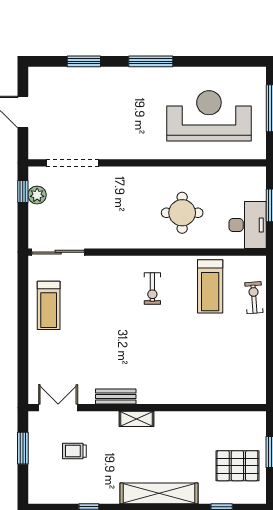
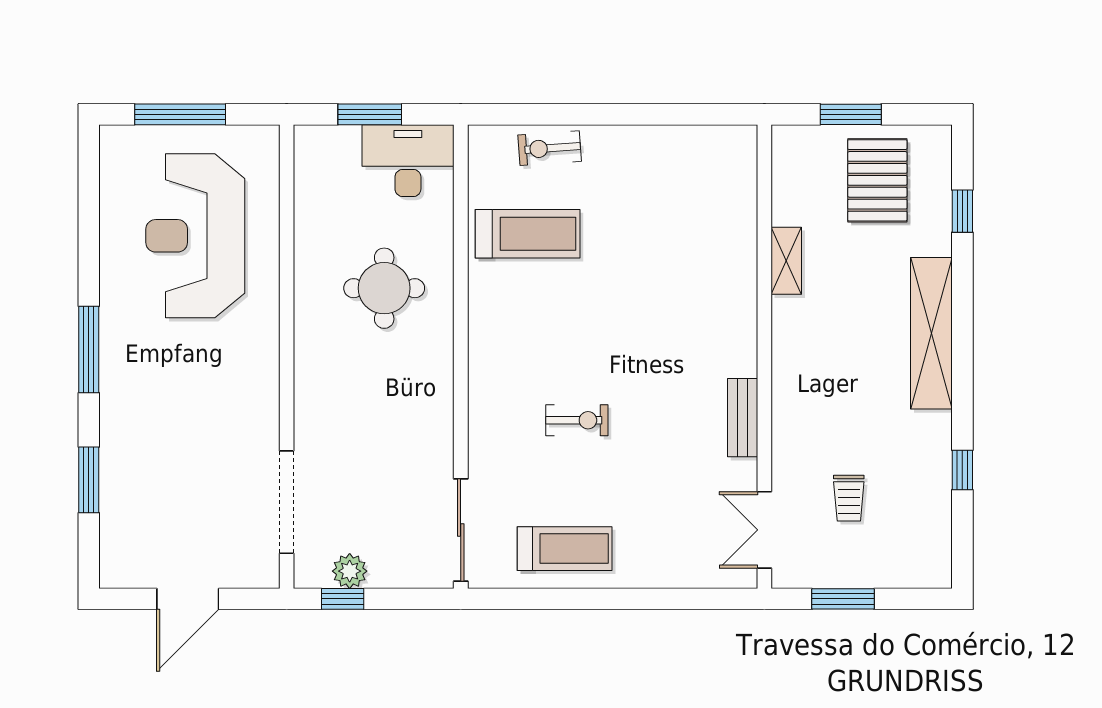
exercise bike: (152, 289) -> (577, 420), moved
shelving: (136, 419) -> (786, 261), moved

